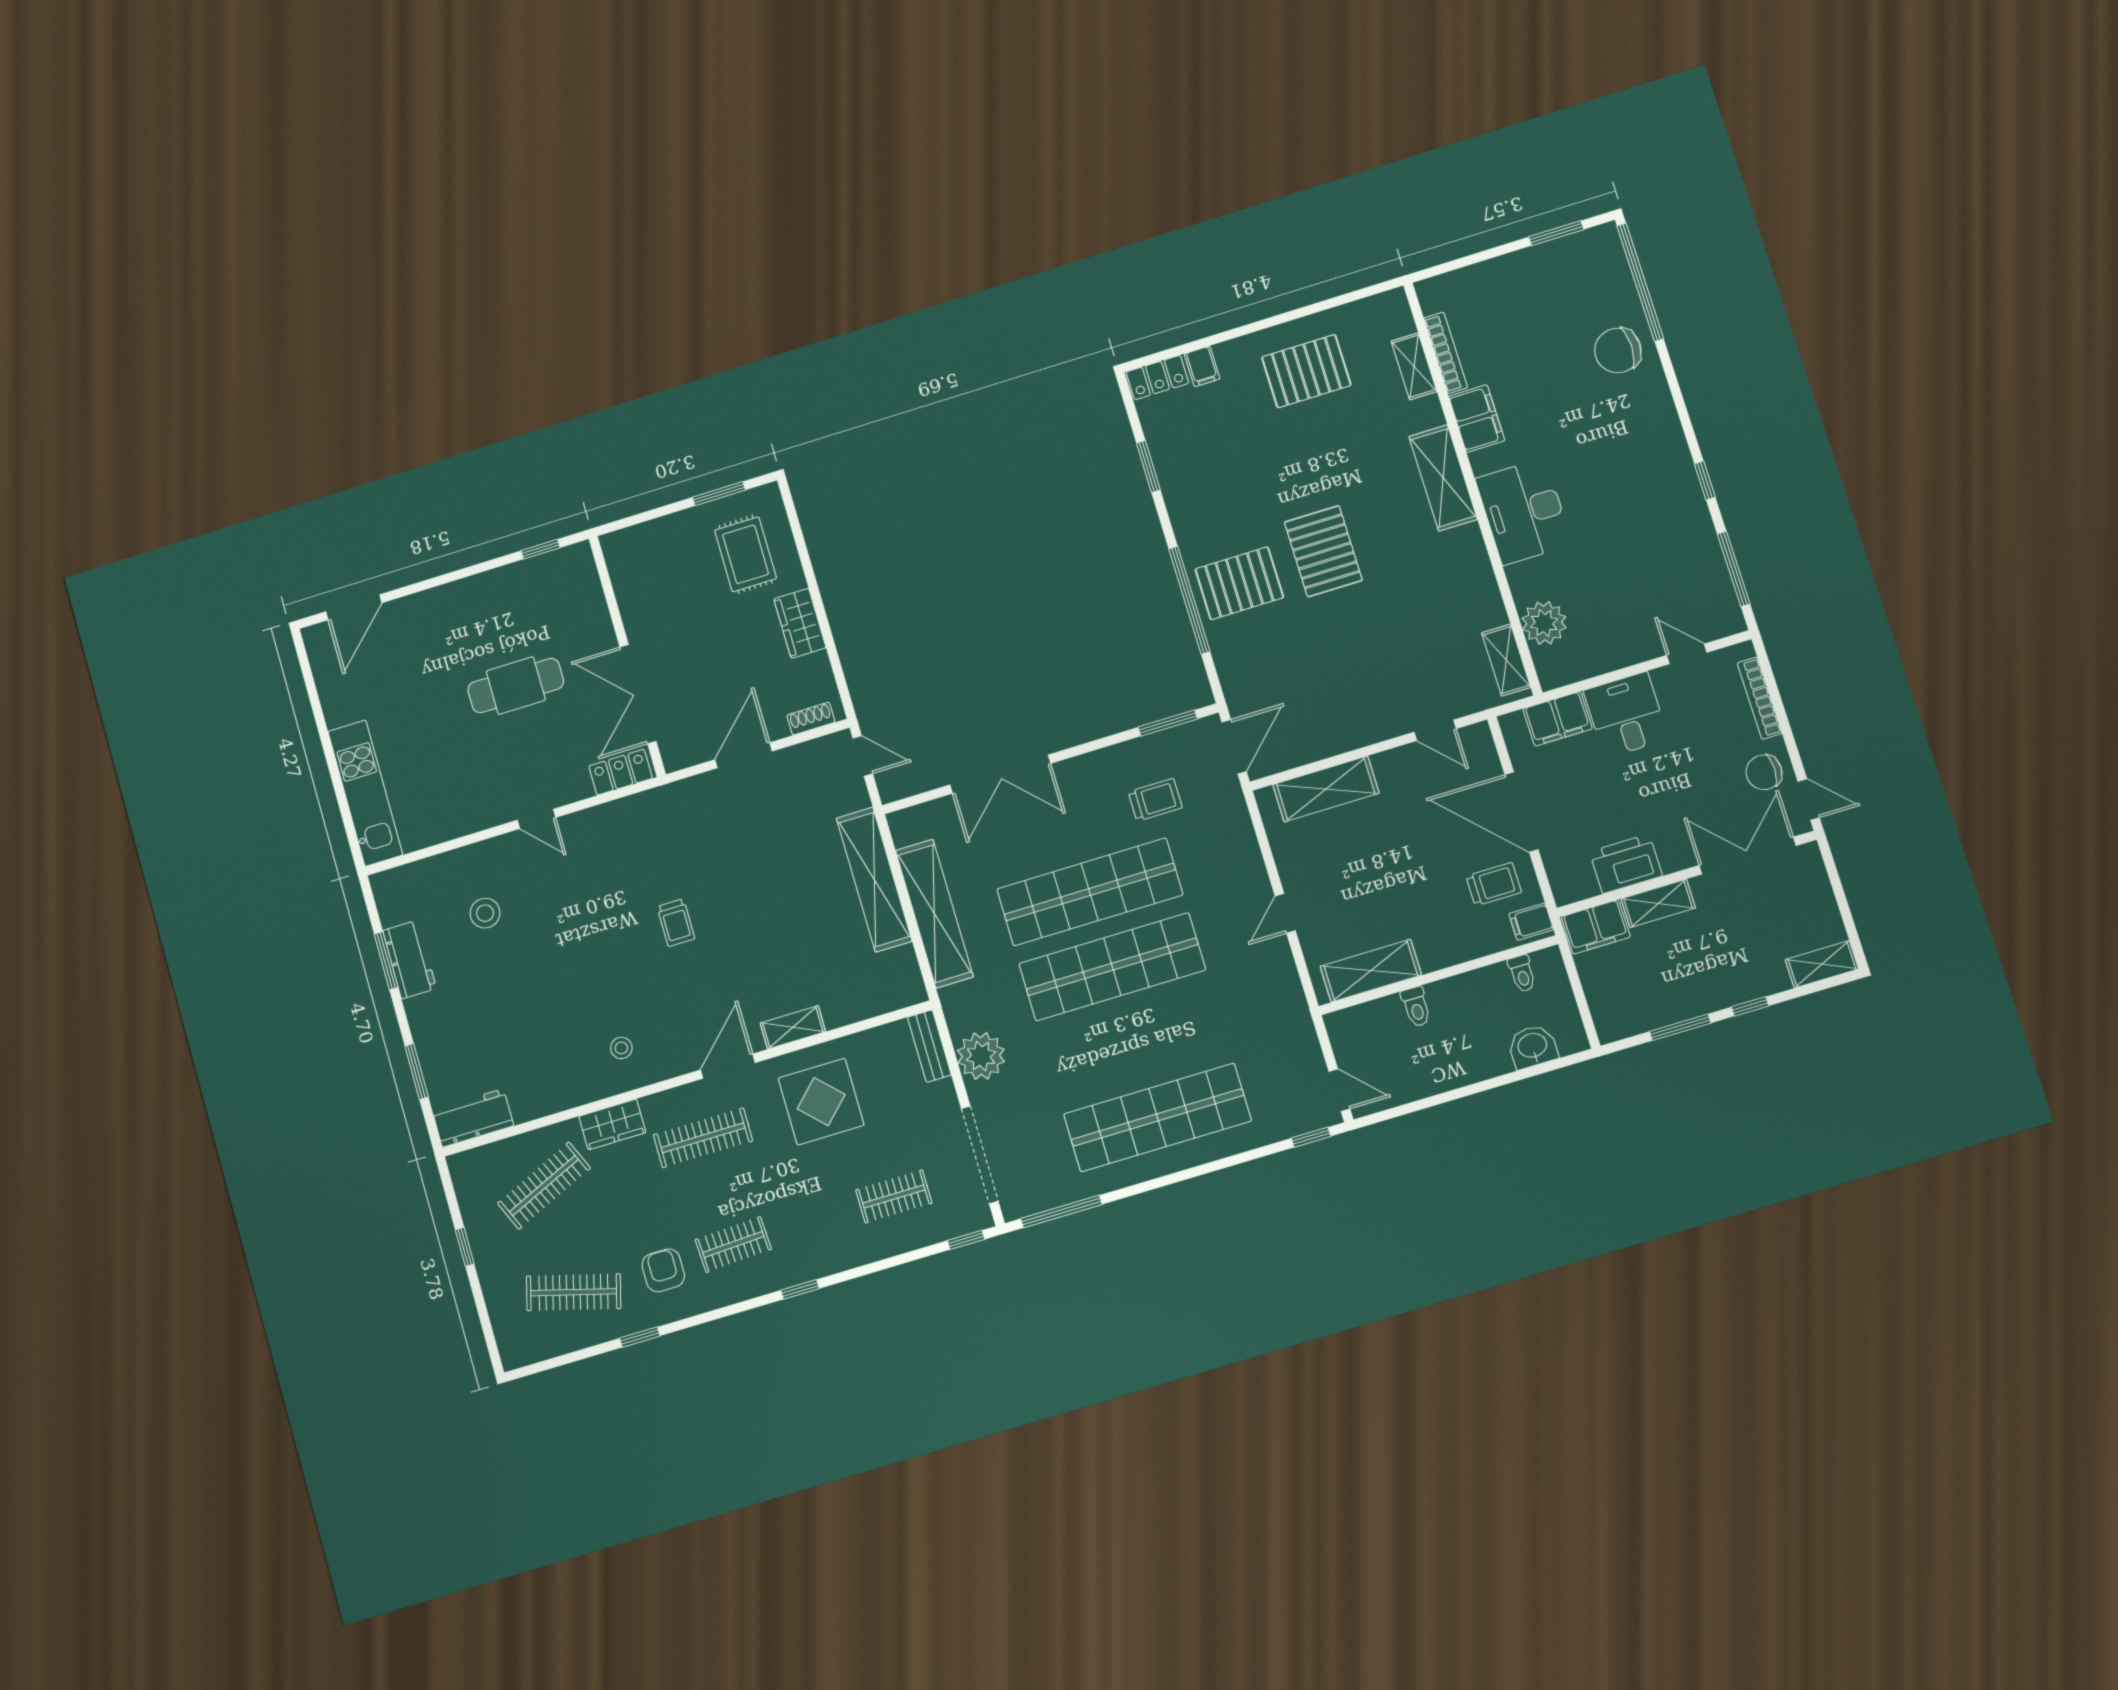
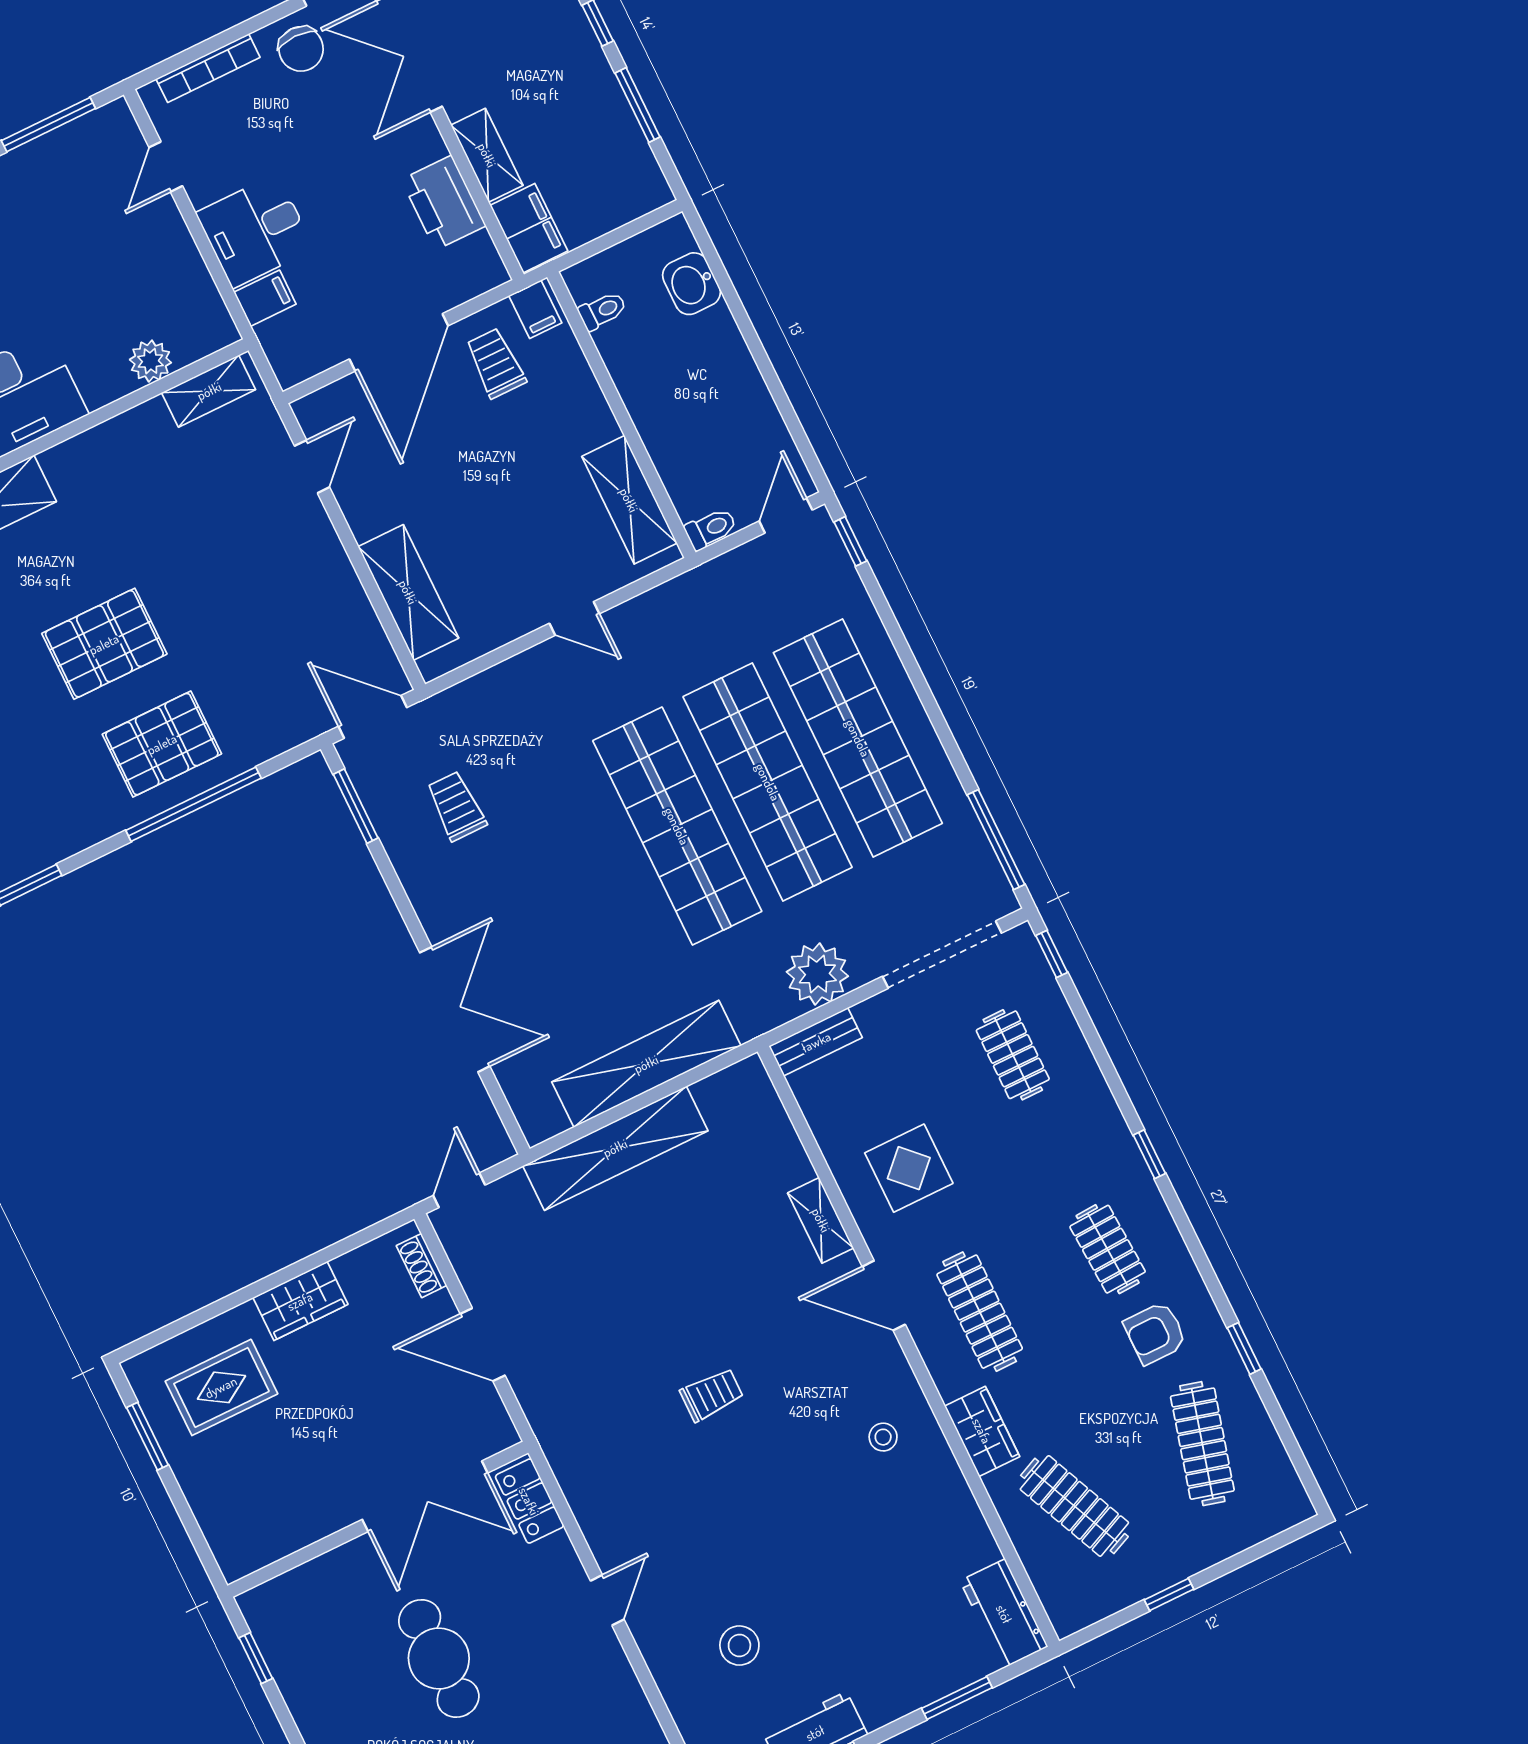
pallet: (1239, 583) -> (162, 744), turned 90
plant: (1544, 623) -> (150, 361), width x0.73, depth x0.73
filing cabinet: (1558, 719) -> (265, 298), width x0.50
shop shelf: (1090, 892) -> (768, 782), moved
toilet: (1416, 1007) -> (711, 529), moved
display table: (821, 1102) -> (909, 1168), width x0.73, depth x0.73

